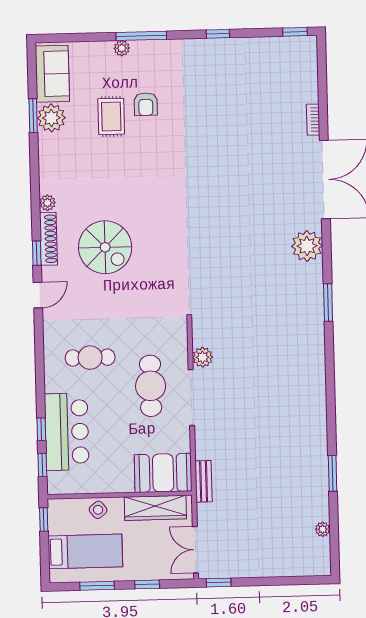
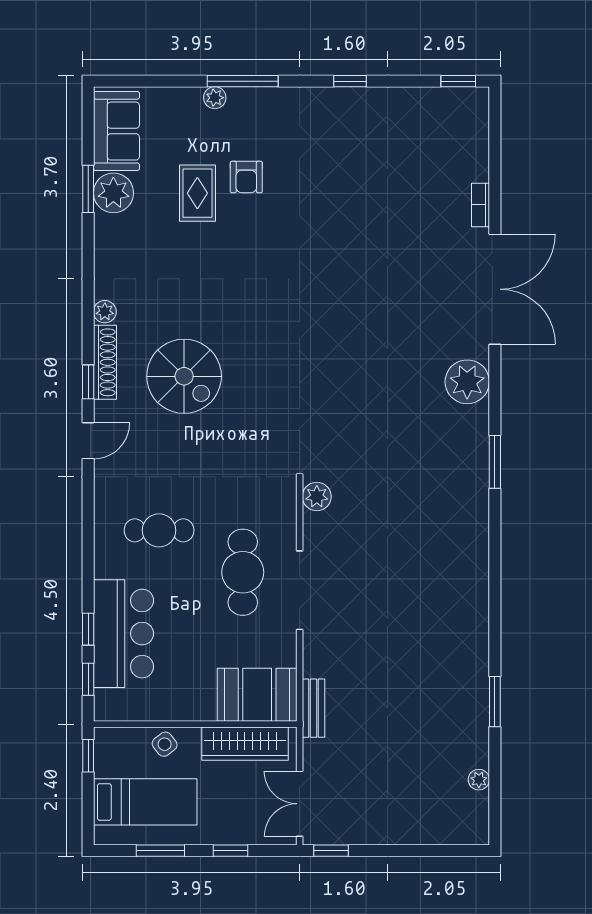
plant: (203, 357) -> (317, 497), moved

